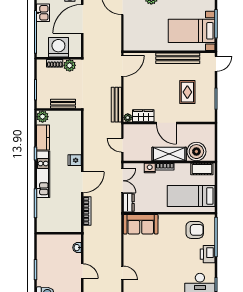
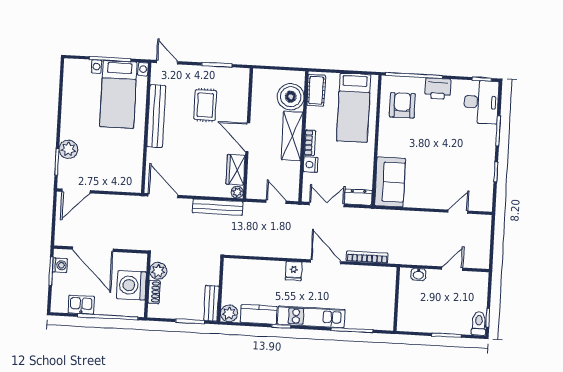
rug: (187, 92) -> (205, 105), turned 90
bench: (63, 104) -> (211, 303), moved
door: (166, 123) -> (248, 137), swing flipped
door: (122, 145) -> (276, 202), swing flipped

